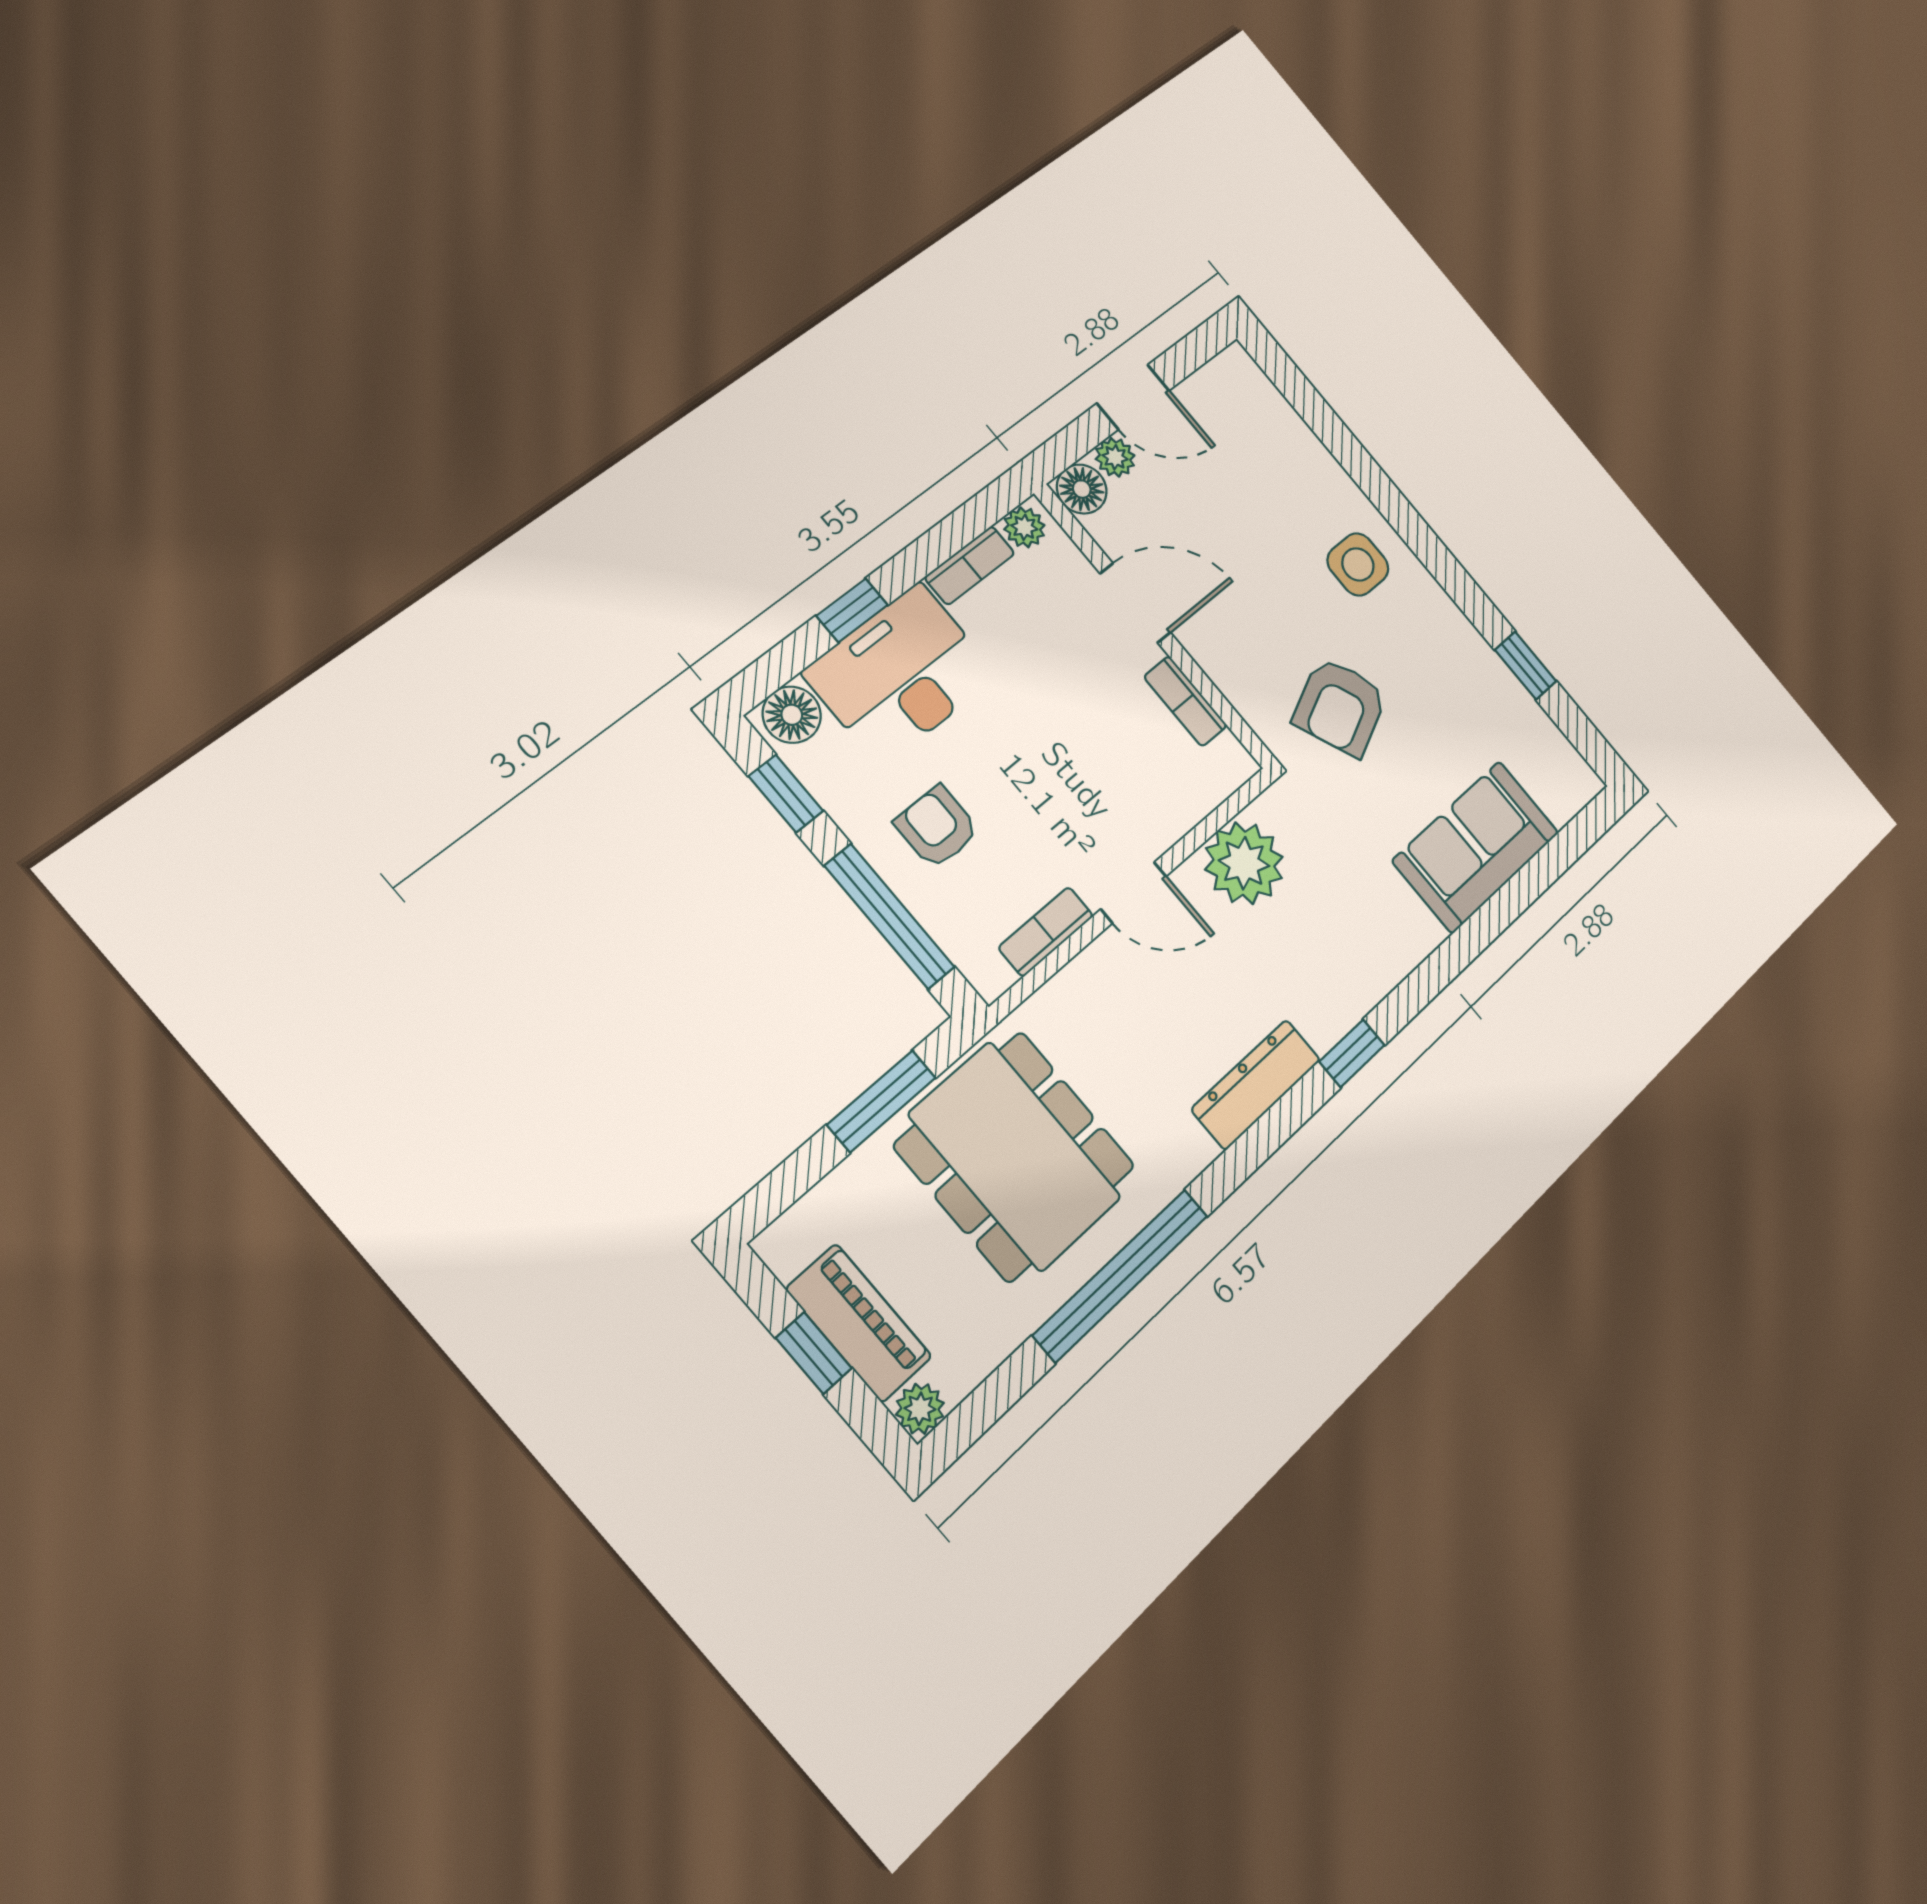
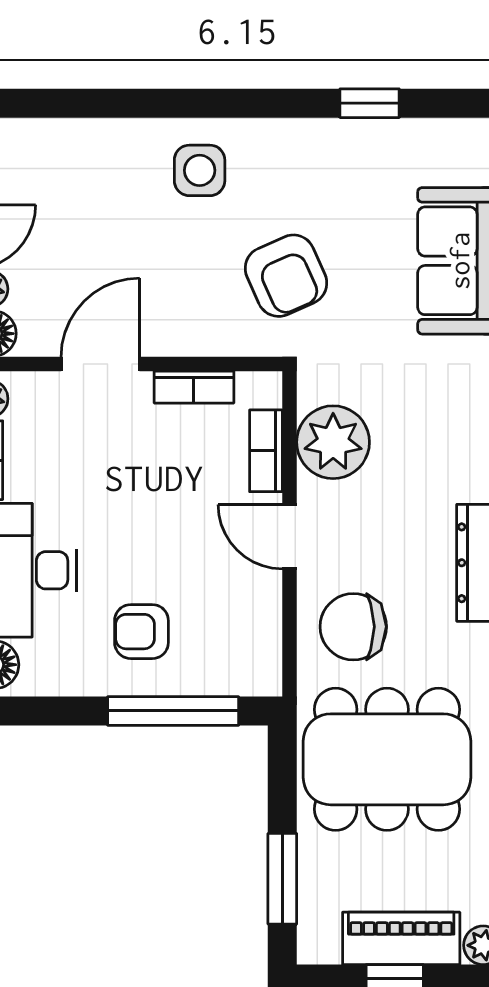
window: (786, 794) -> (43, 711), removed
door: (1133, 893) -> (289, 537), swing flipped
bookcase: (1046, 932) -> (266, 451), moved
chair: (1106, 1019) -> (353, 627), added
window: (881, 1101) -> (282, 879), moved

